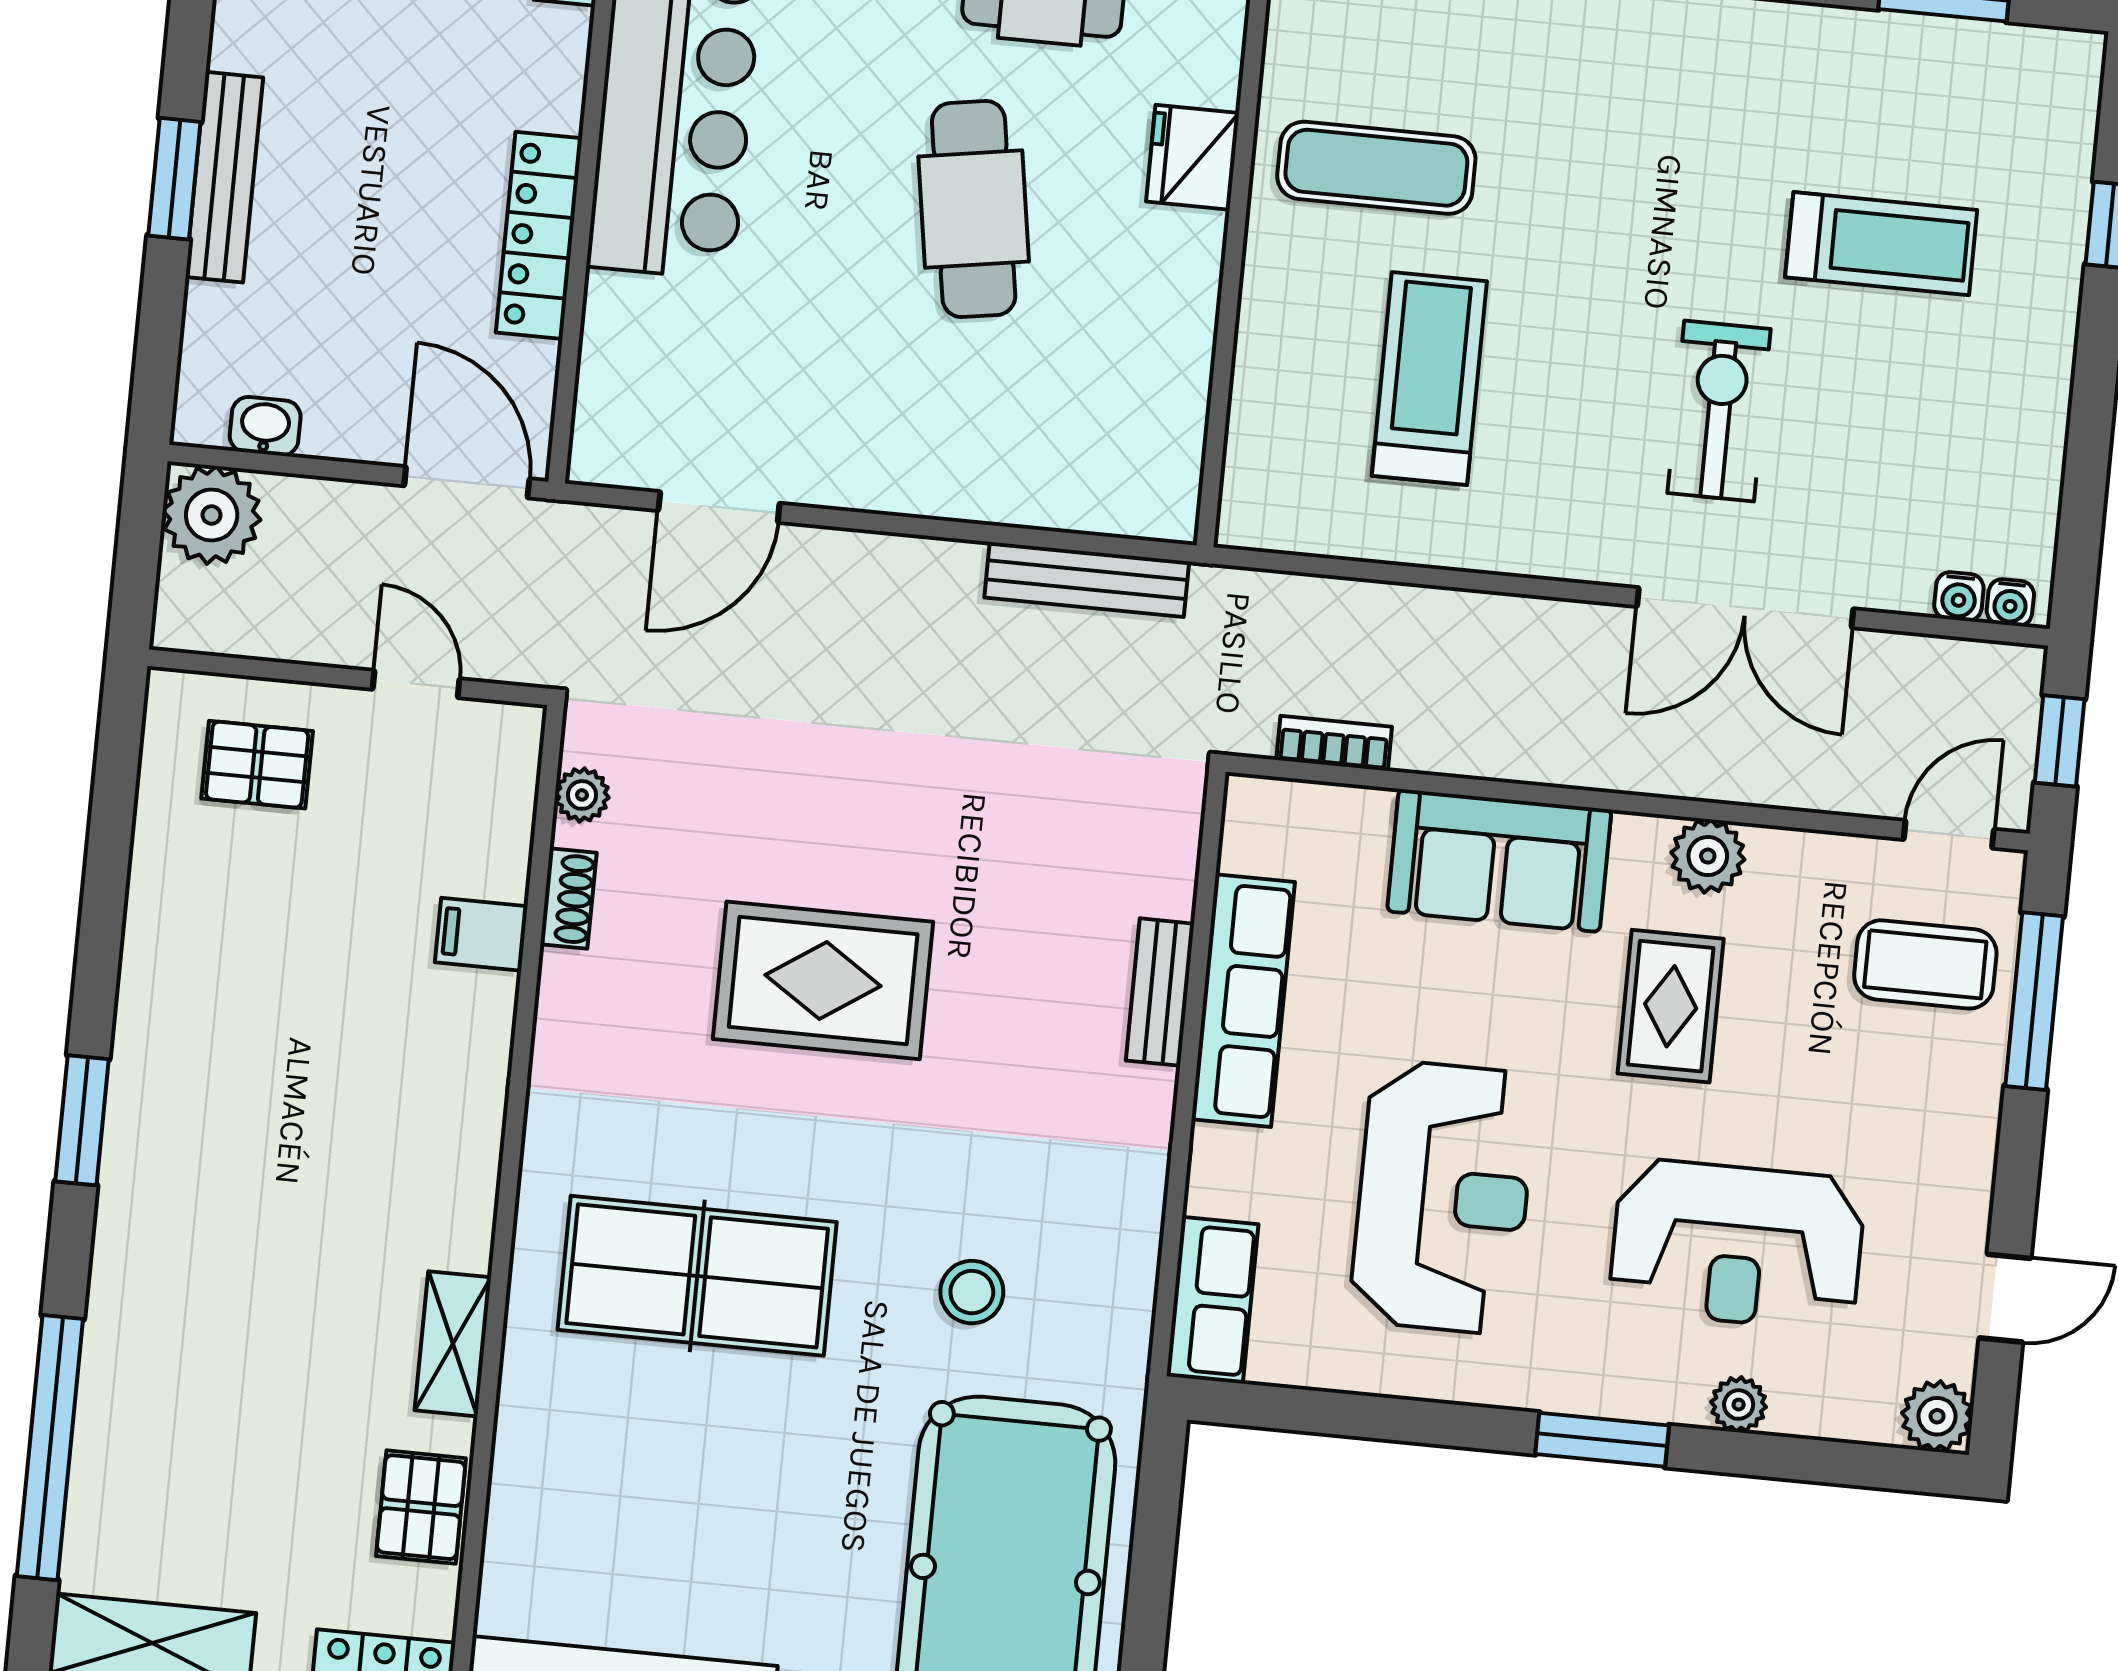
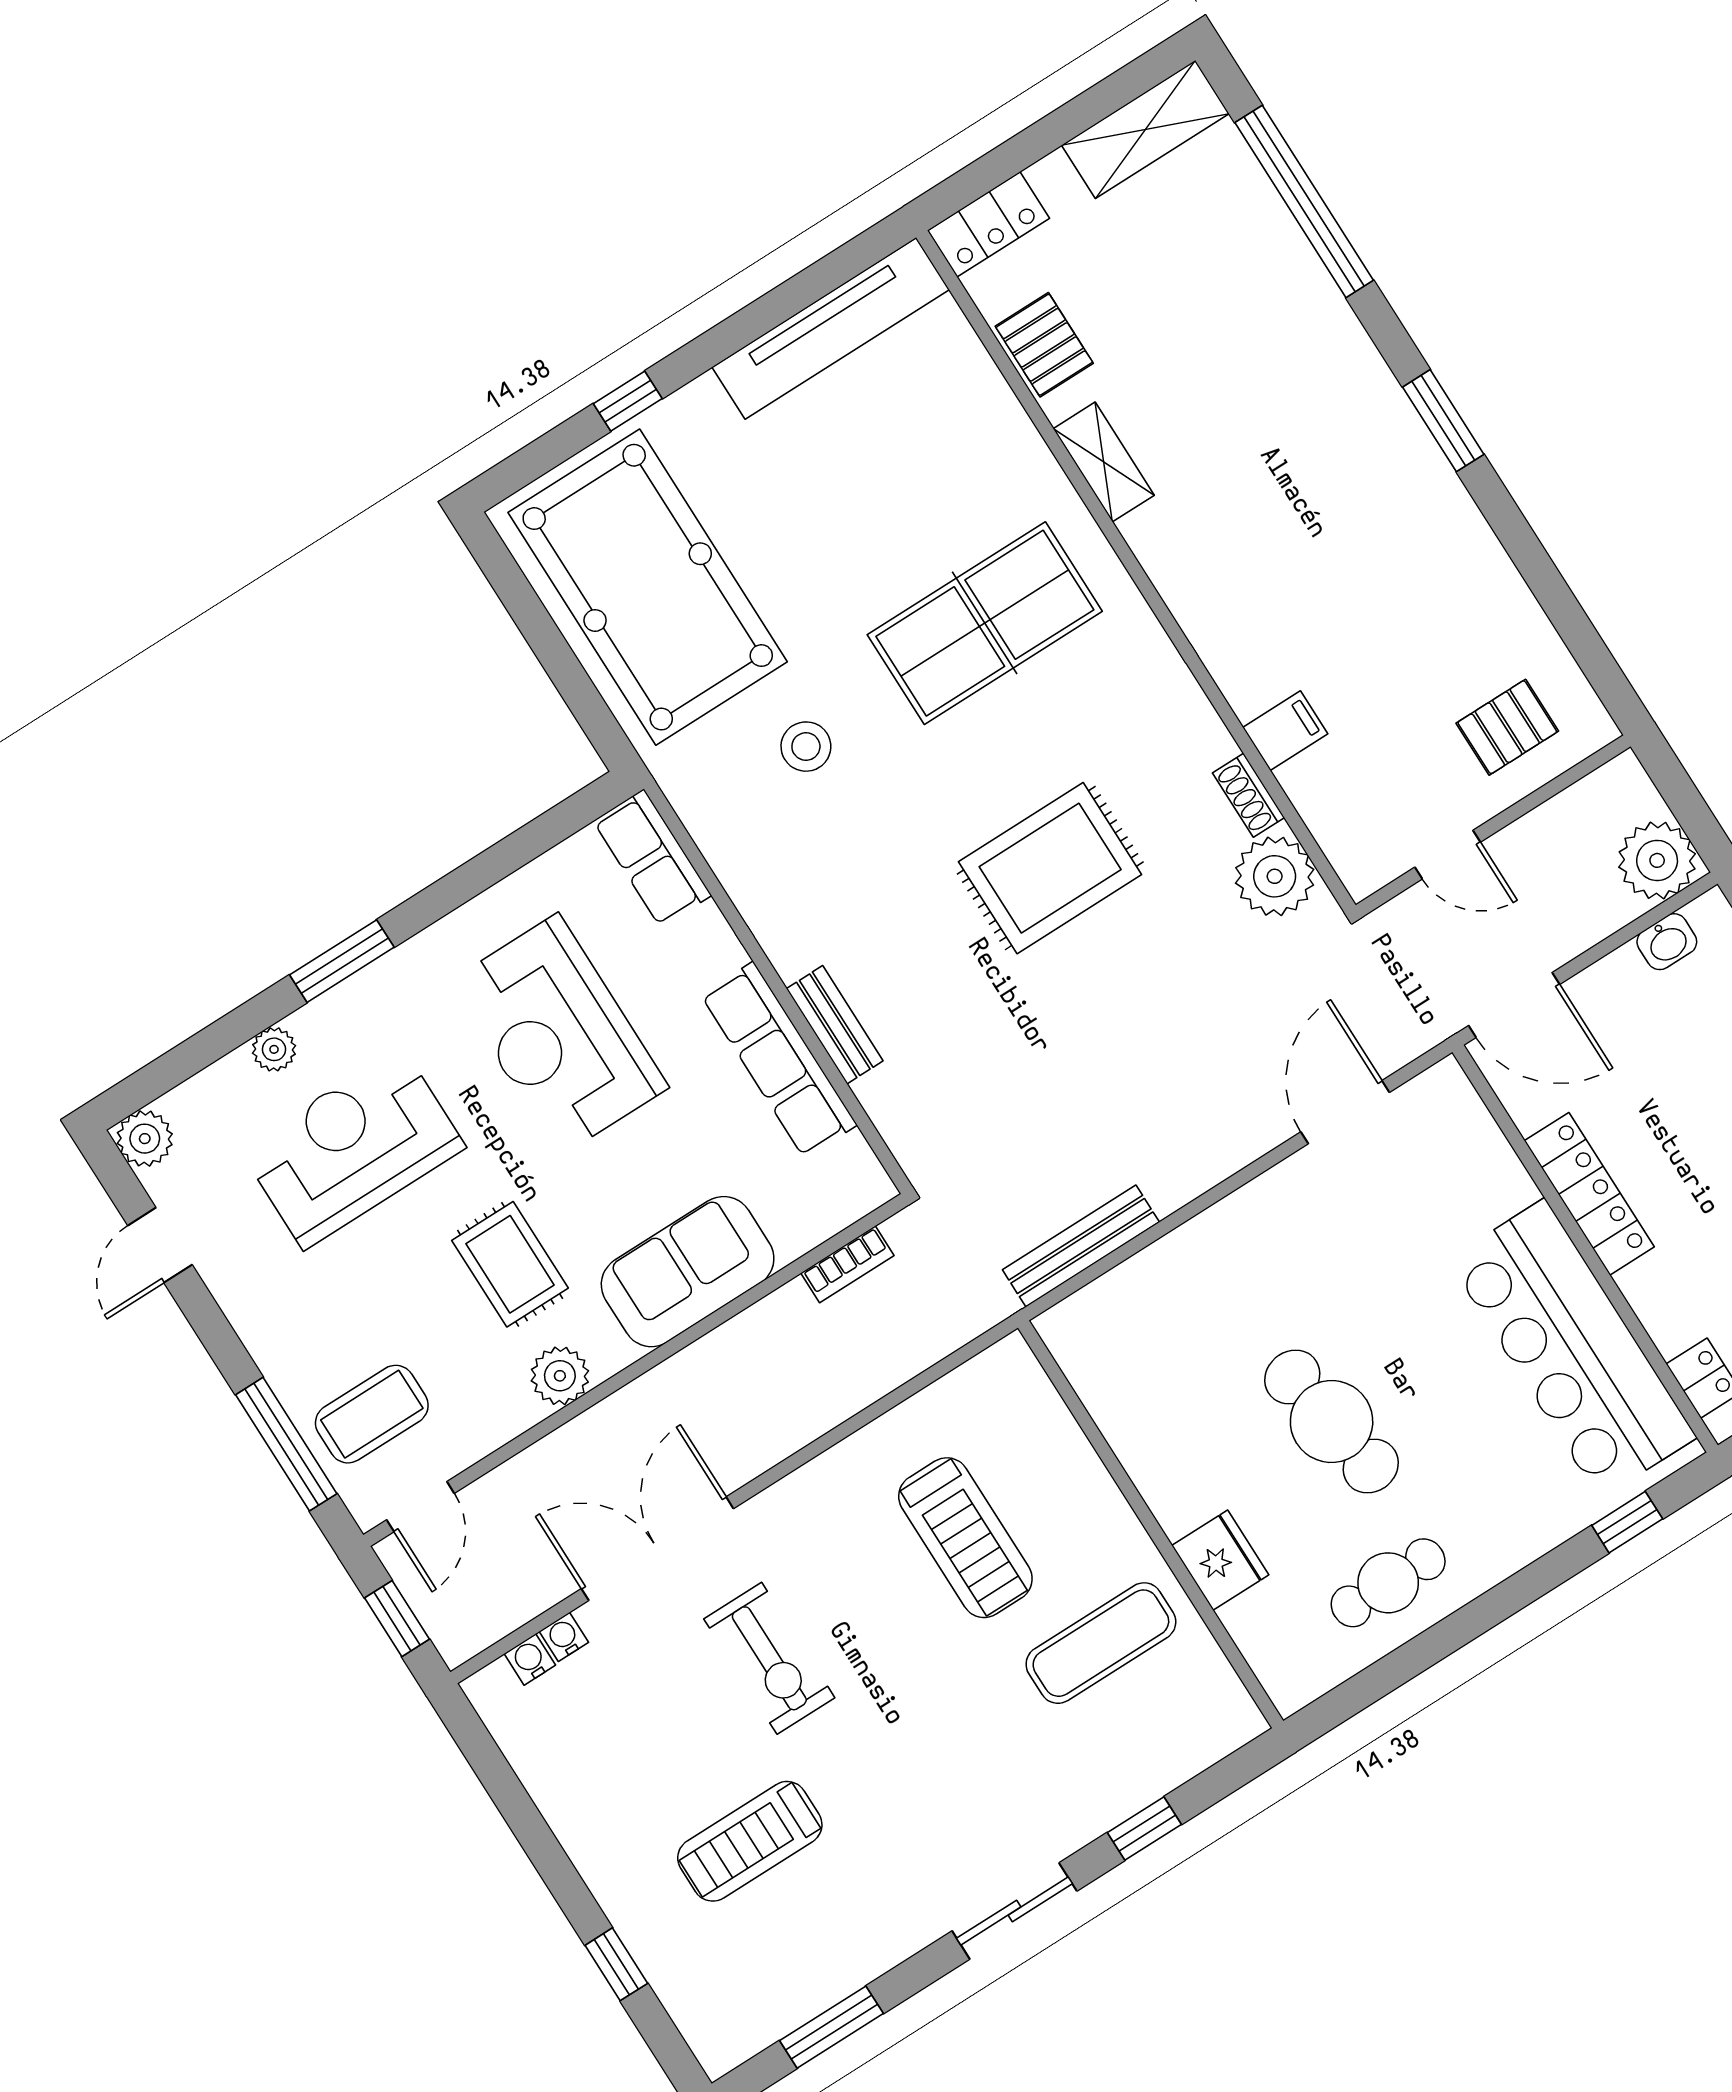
water cooler: (2010, 603) -> (564, 1637), moved
plant: (582, 795) -> (1275, 876), width x1.88, depth x1.88

